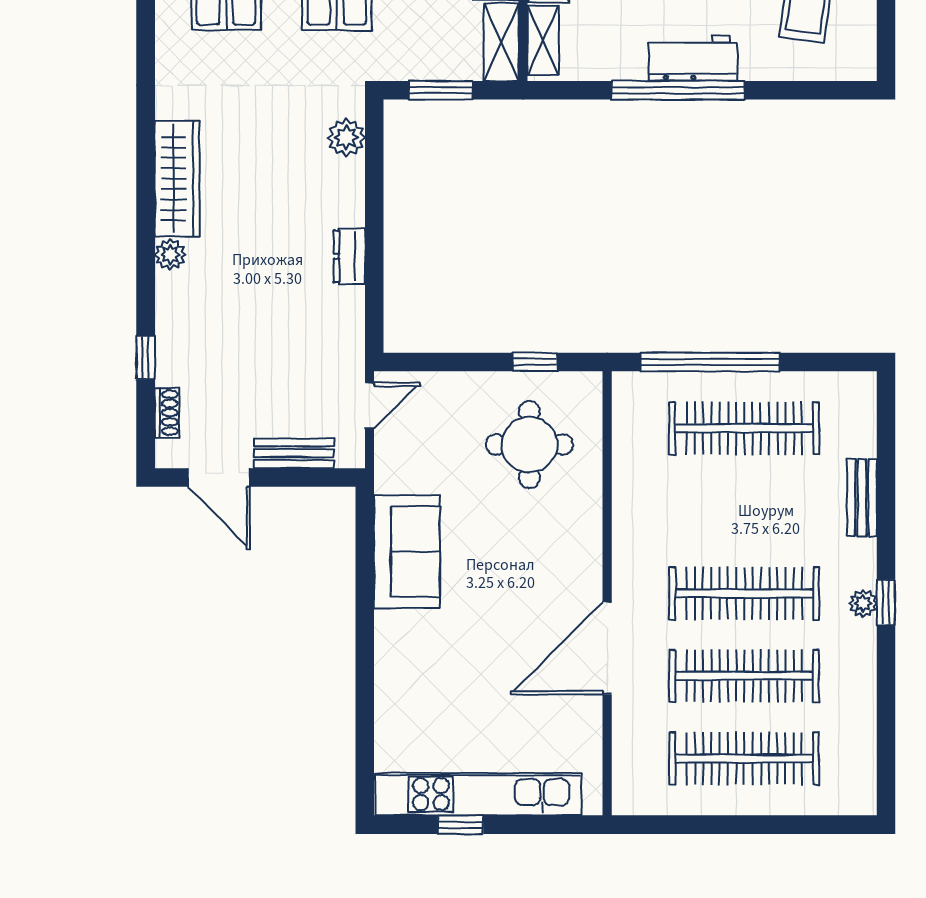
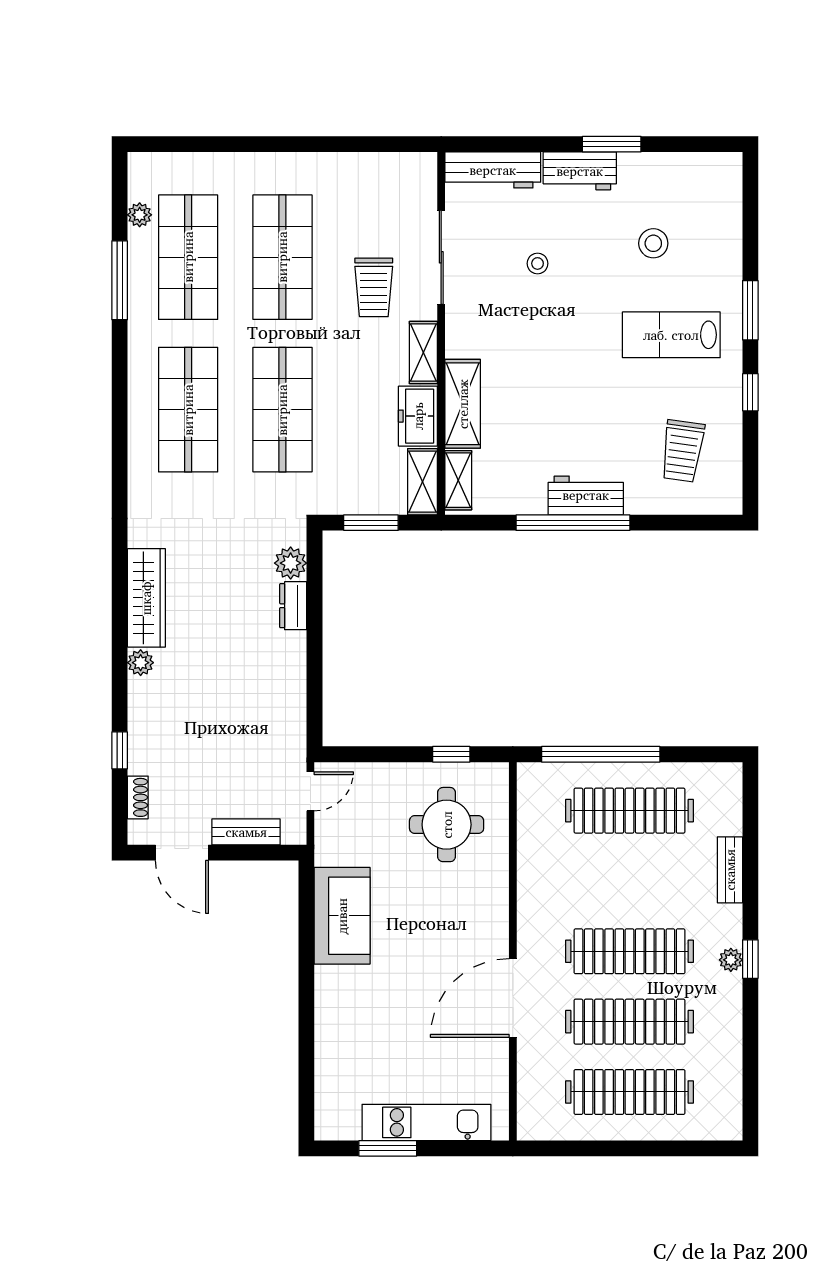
dresser: (349, 256) -> (293, 606), moved
kitchen unit: (478, 794) -> (426, 1122), width x0.73
window: (460, 825) -> (388, 1148), width x1.50

